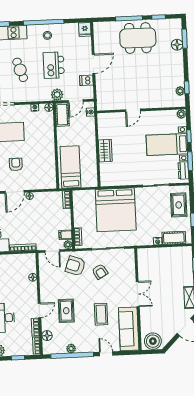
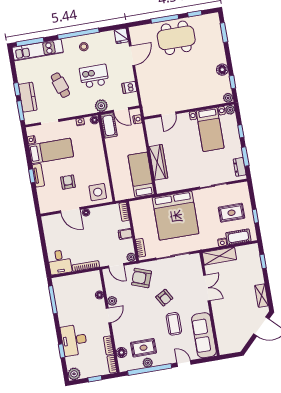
floor lamp: (177, 45) -> (222, 70), moved
door: (94, 64) -> (132, 56), moved
kitchen island: (54, 65) -> (94, 76), turned 90
plant: (180, 91) -> (228, 98), moved
door: (76, 101) -> (121, 110), hinge flipped
door: (133, 110) -> (168, 114), moved
bed with nightstands: (167, 144) -> (210, 130), moved, turned -90
wardrobe: (105, 151) -> (158, 162), width x1.50
bed: (70, 167) -> (141, 175), moved
side table: (43, 178) -> (98, 192), added
door: (15, 192) -> (70, 210), hinge flipped
rug: (179, 205) -> (231, 213), moved, turned 90
filing cabinet: (65, 235) -> (125, 234), moved
shelving: (153, 254) -> (219, 256), added
armchair: (100, 272) -> (164, 298), moved
plant: (44, 285) -> (112, 301), added
double door: (138, 294) -> (207, 288), moved
door: (39, 310) -> (109, 315), moved
rug: (66, 311) -> (144, 348), moved, turned 90
boiler: (153, 341) -> (230, 345), removed

